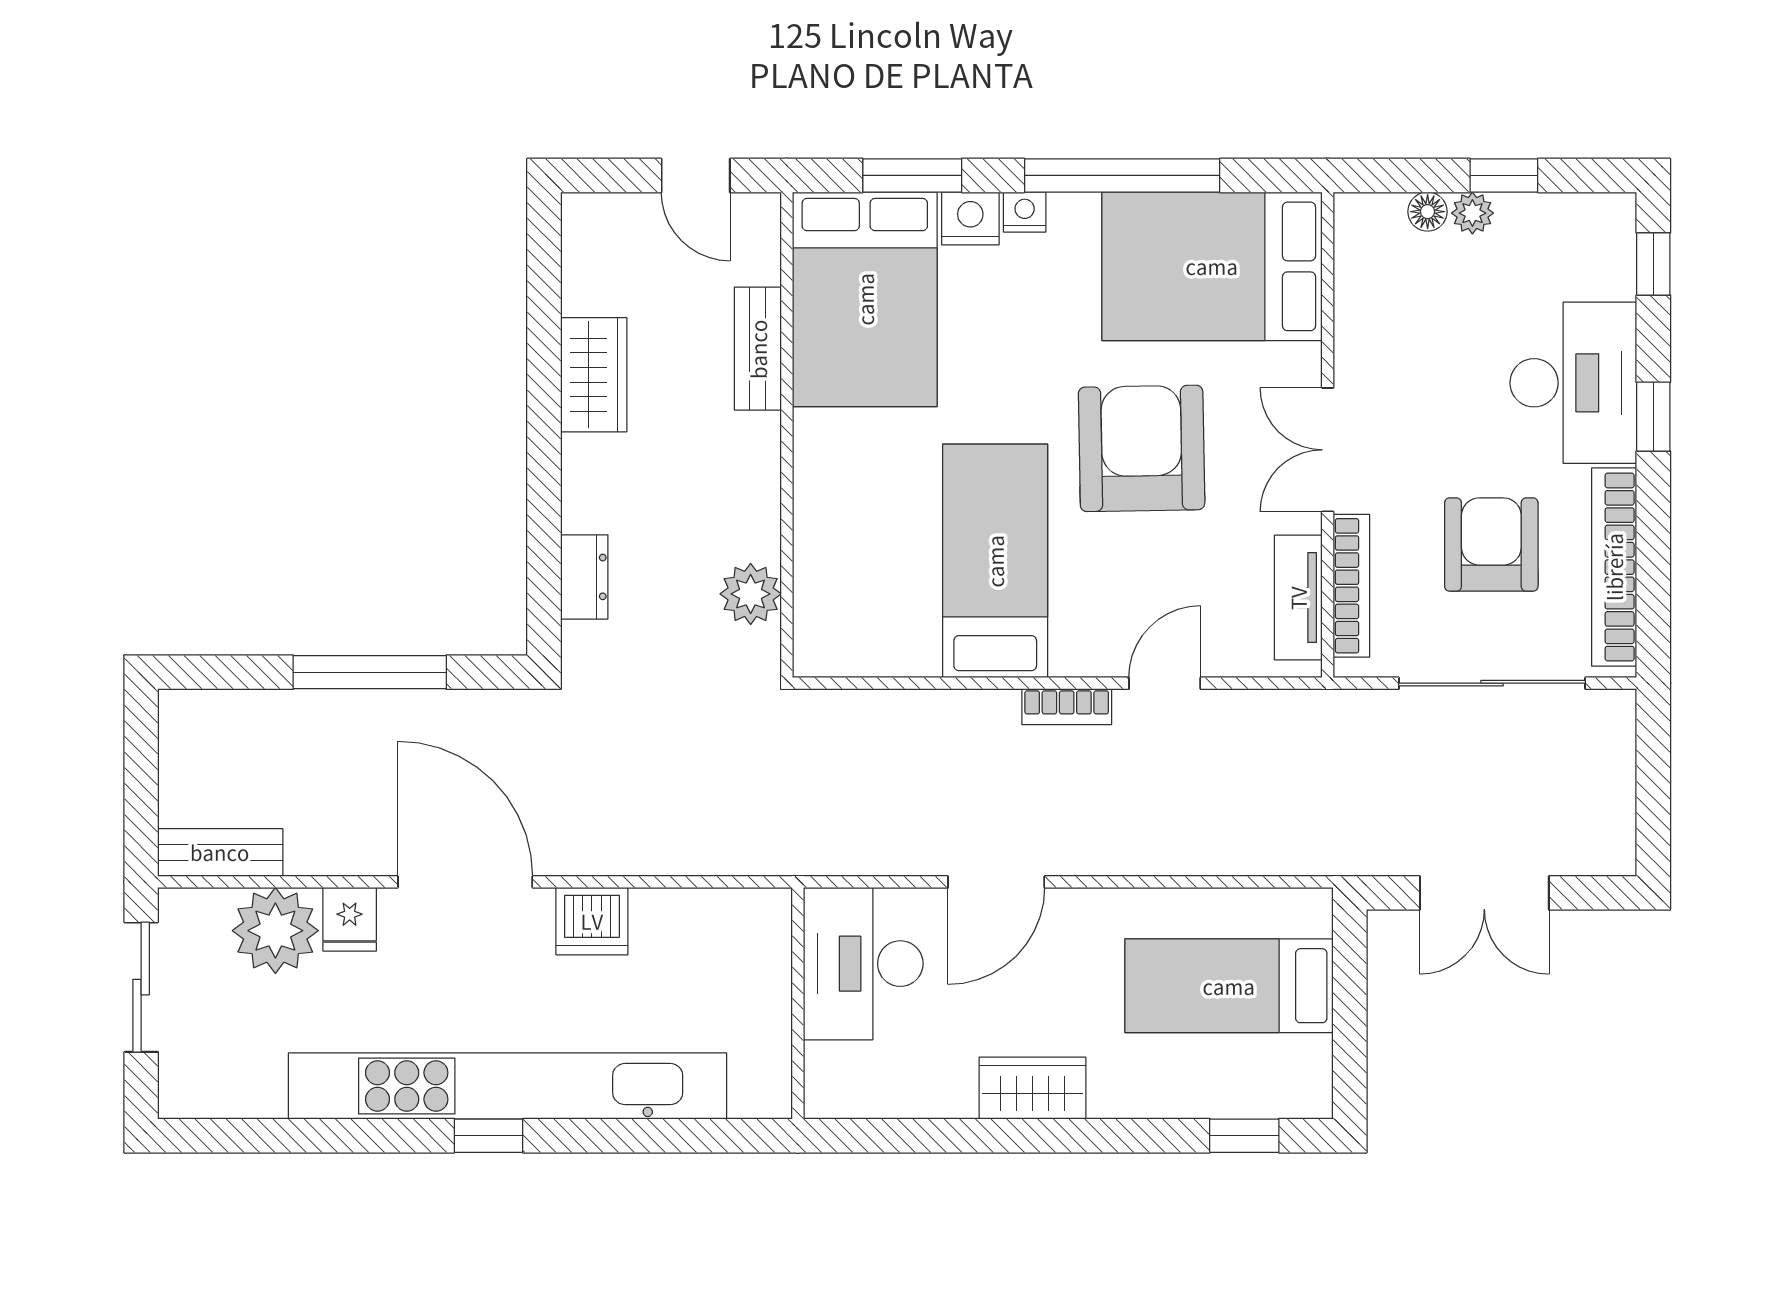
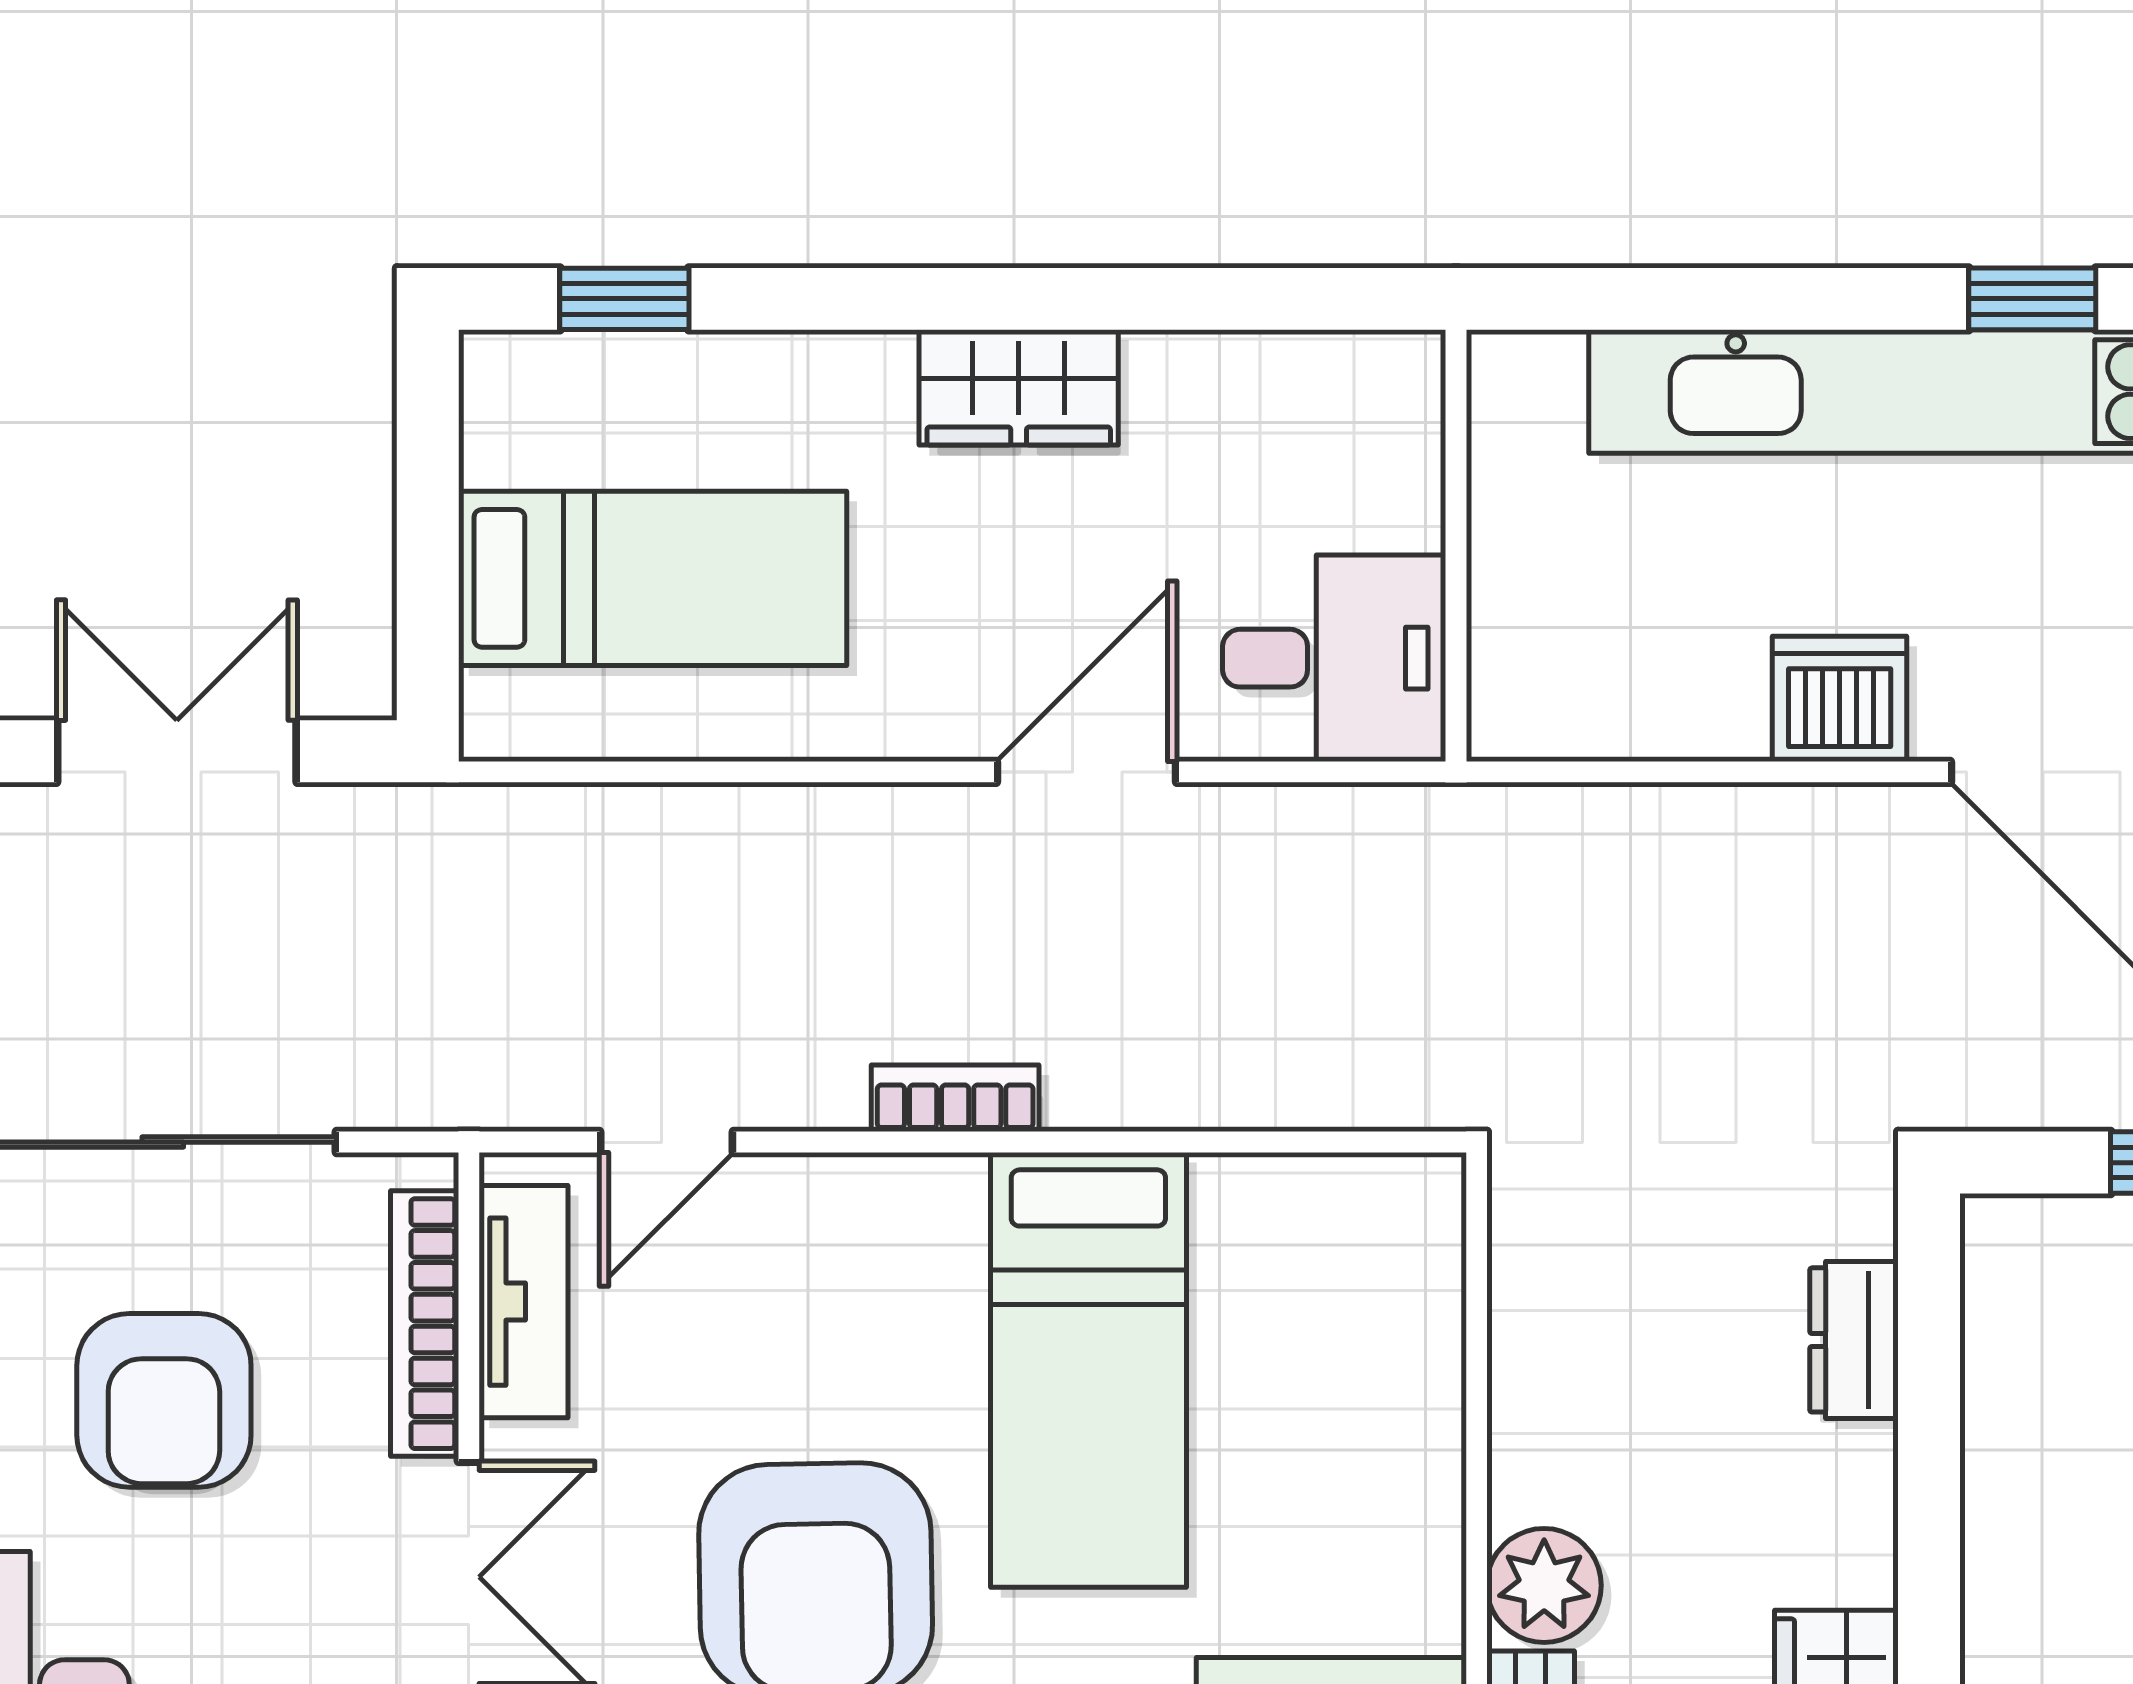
plant: (751, 594) -> (1544, 1585), moved
door: (1165, 683) -> (666, 1142), moved
desk: (863, 964) -> (1334, 658), width x0.73

